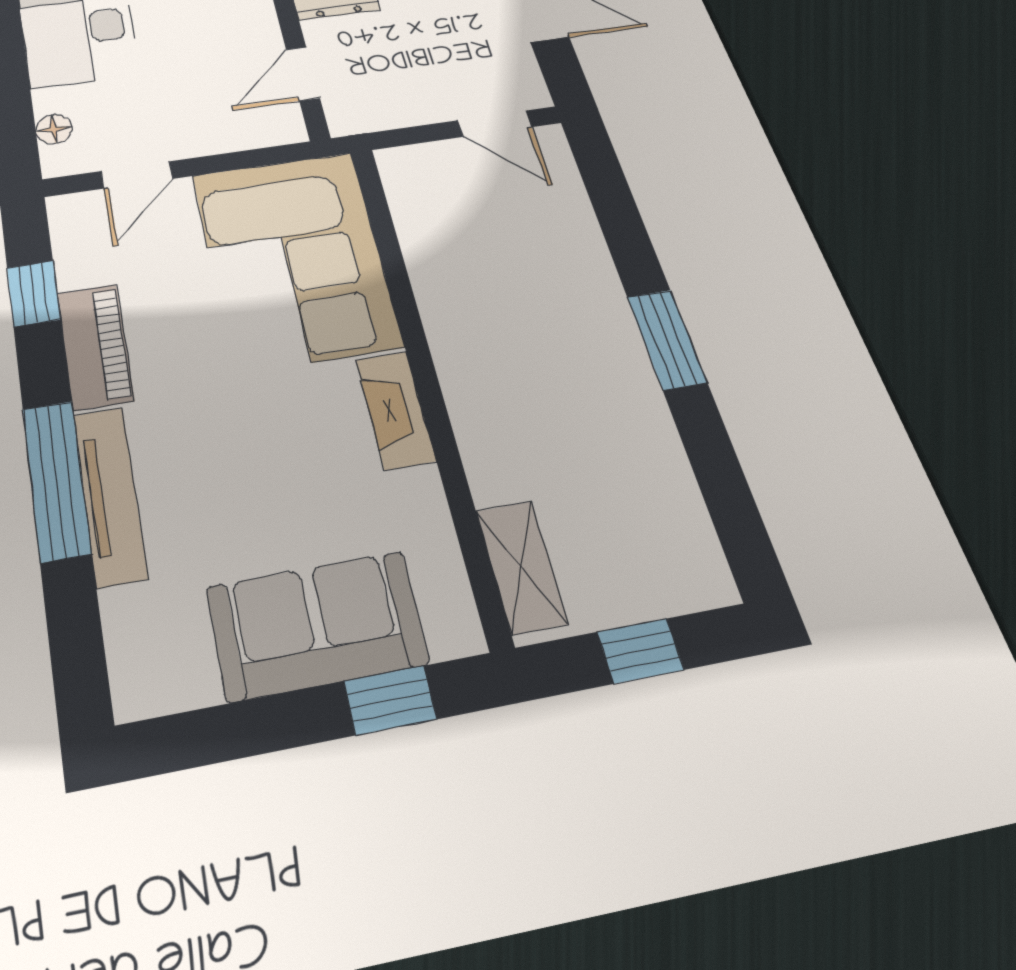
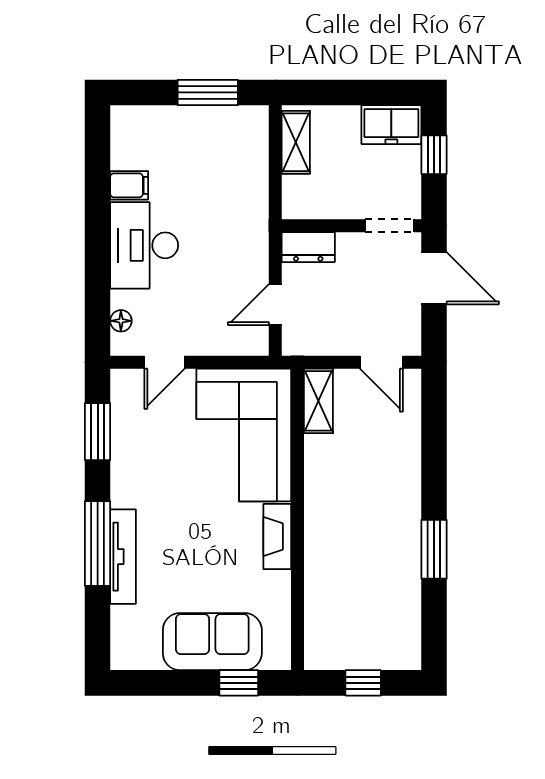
window: (34, 294) -> (98, 432), width x1.50
window: (667, 339) -> (434, 549), moved
piano: (95, 346) -> (127, 470), removed
shelving: (521, 567) -> (318, 401), moved

